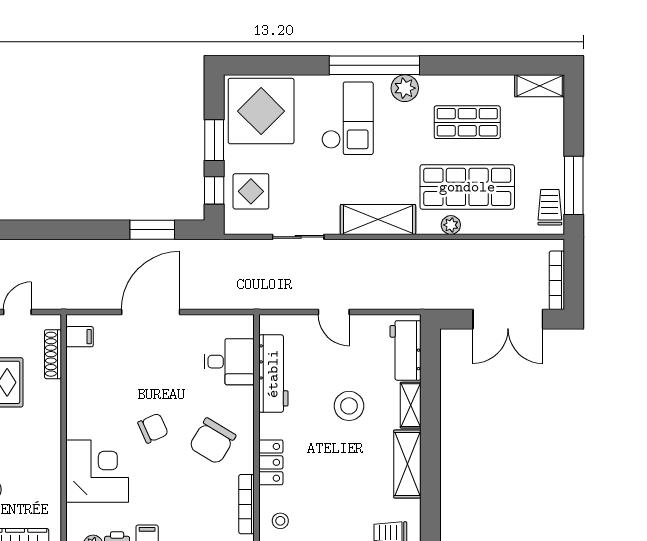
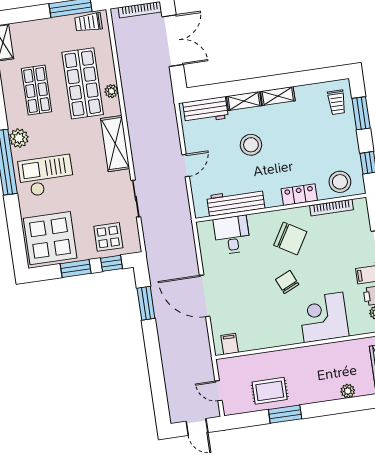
shoe rack: (53, 354) -> (245, 361), removed
shelving: (407, 464) -> (278, 96), width x0.67, depth x0.75
stool: (280, 521) -> (340, 182), width x1.89, depth x1.89

